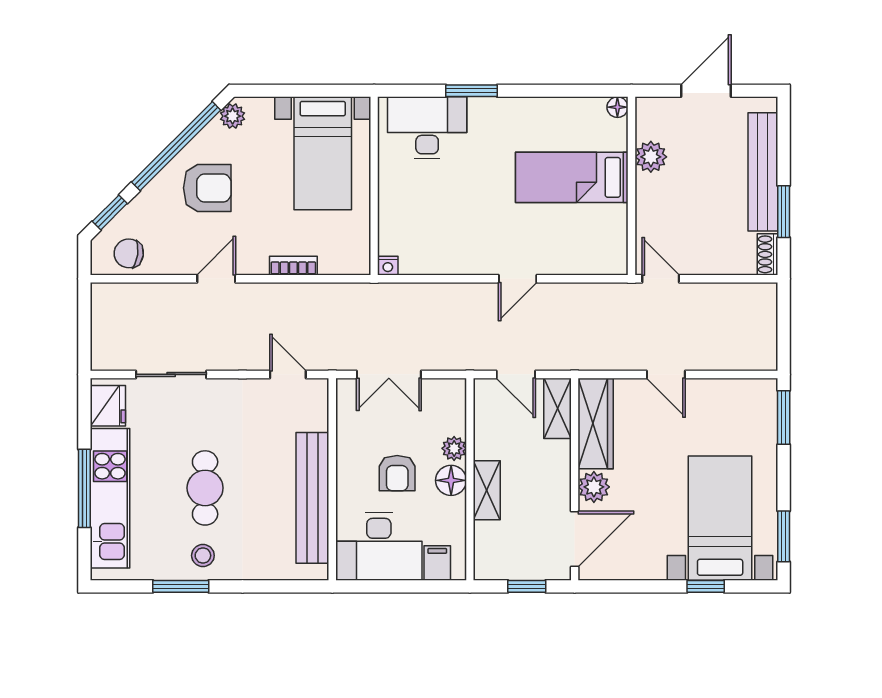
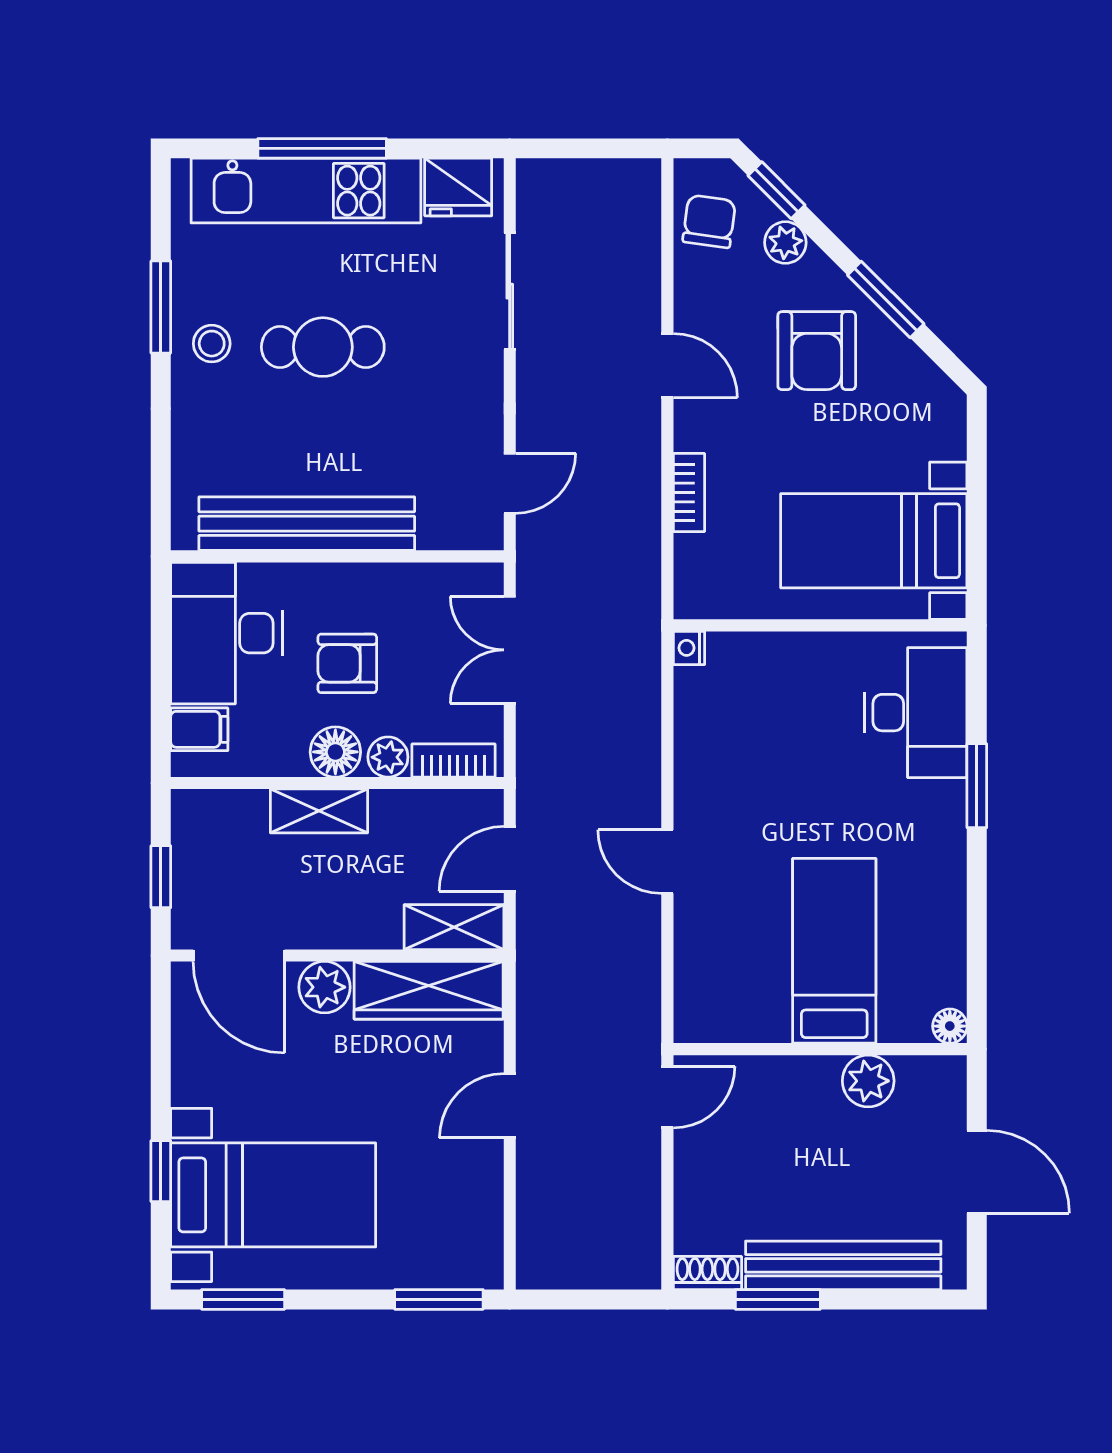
plant: (233, 116) -> (785, 243), moved
window: (176, 146) -> (886, 300), width x0.47
bookcase: (456, 409) -> (453, 761), added

